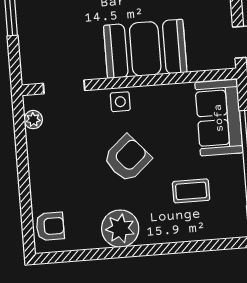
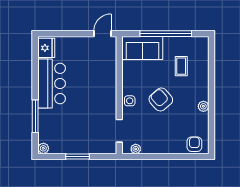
booth: (145, 49) -> (102, 85), removed
plant: (120, 229) -> (203, 106), width x0.53, depth x0.53

